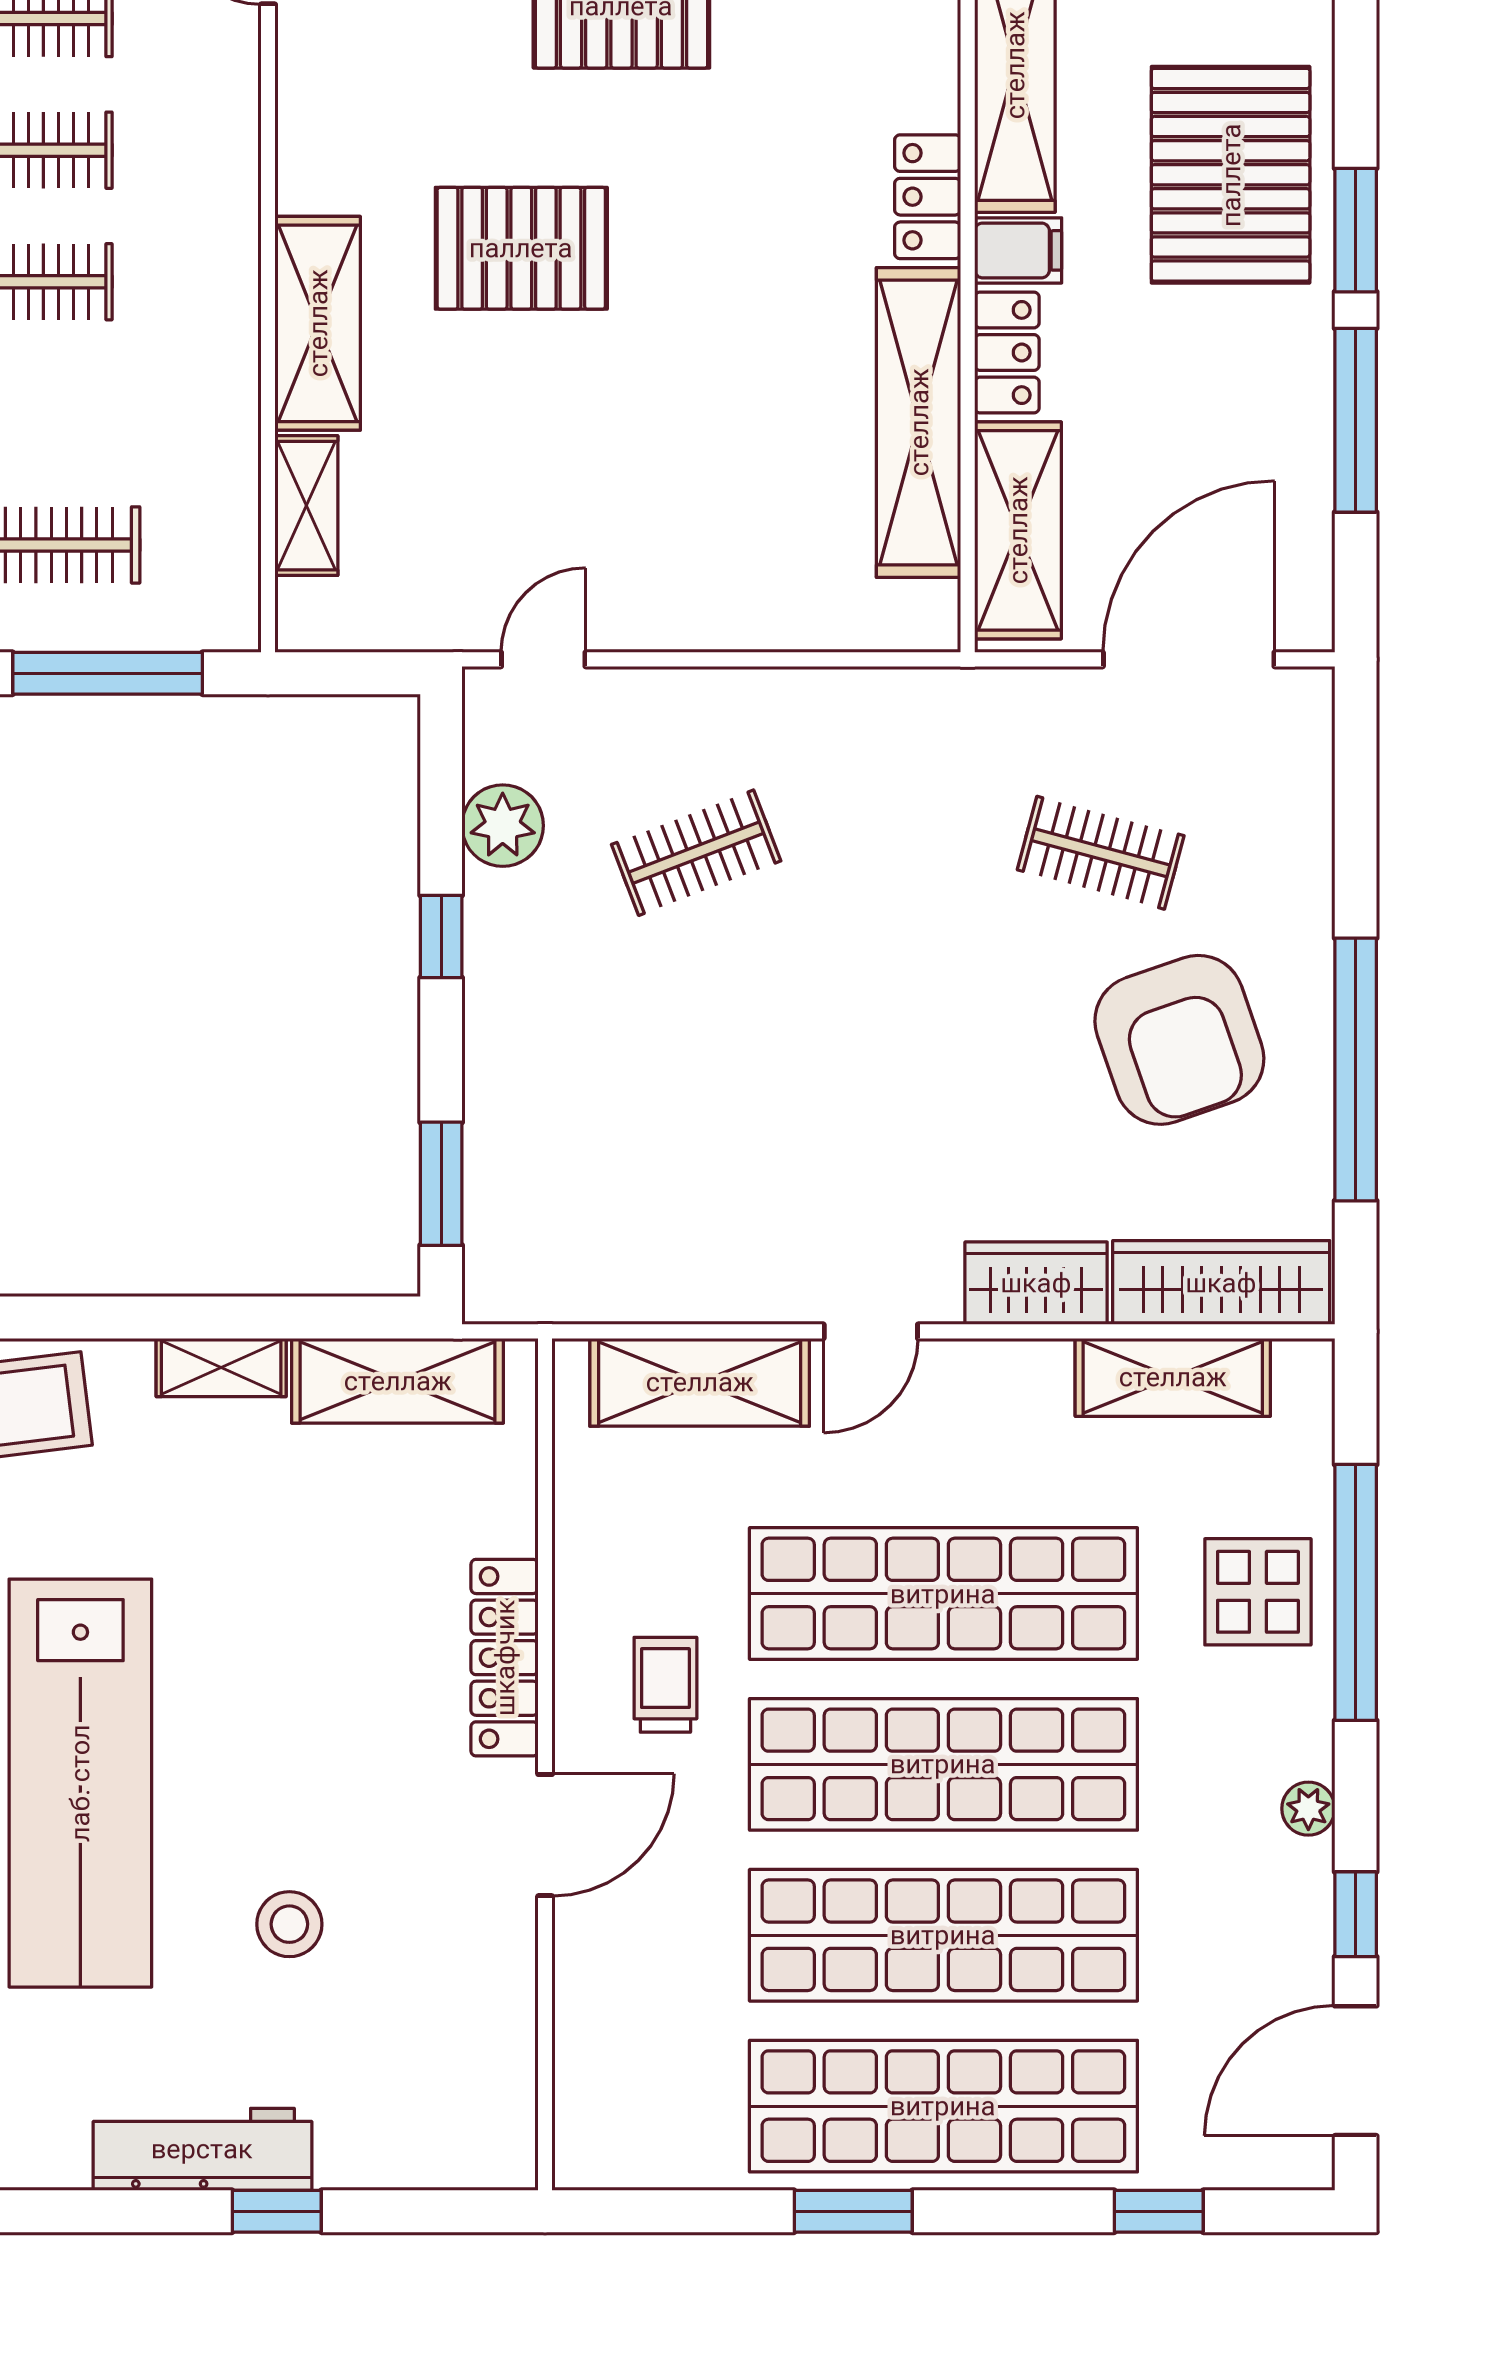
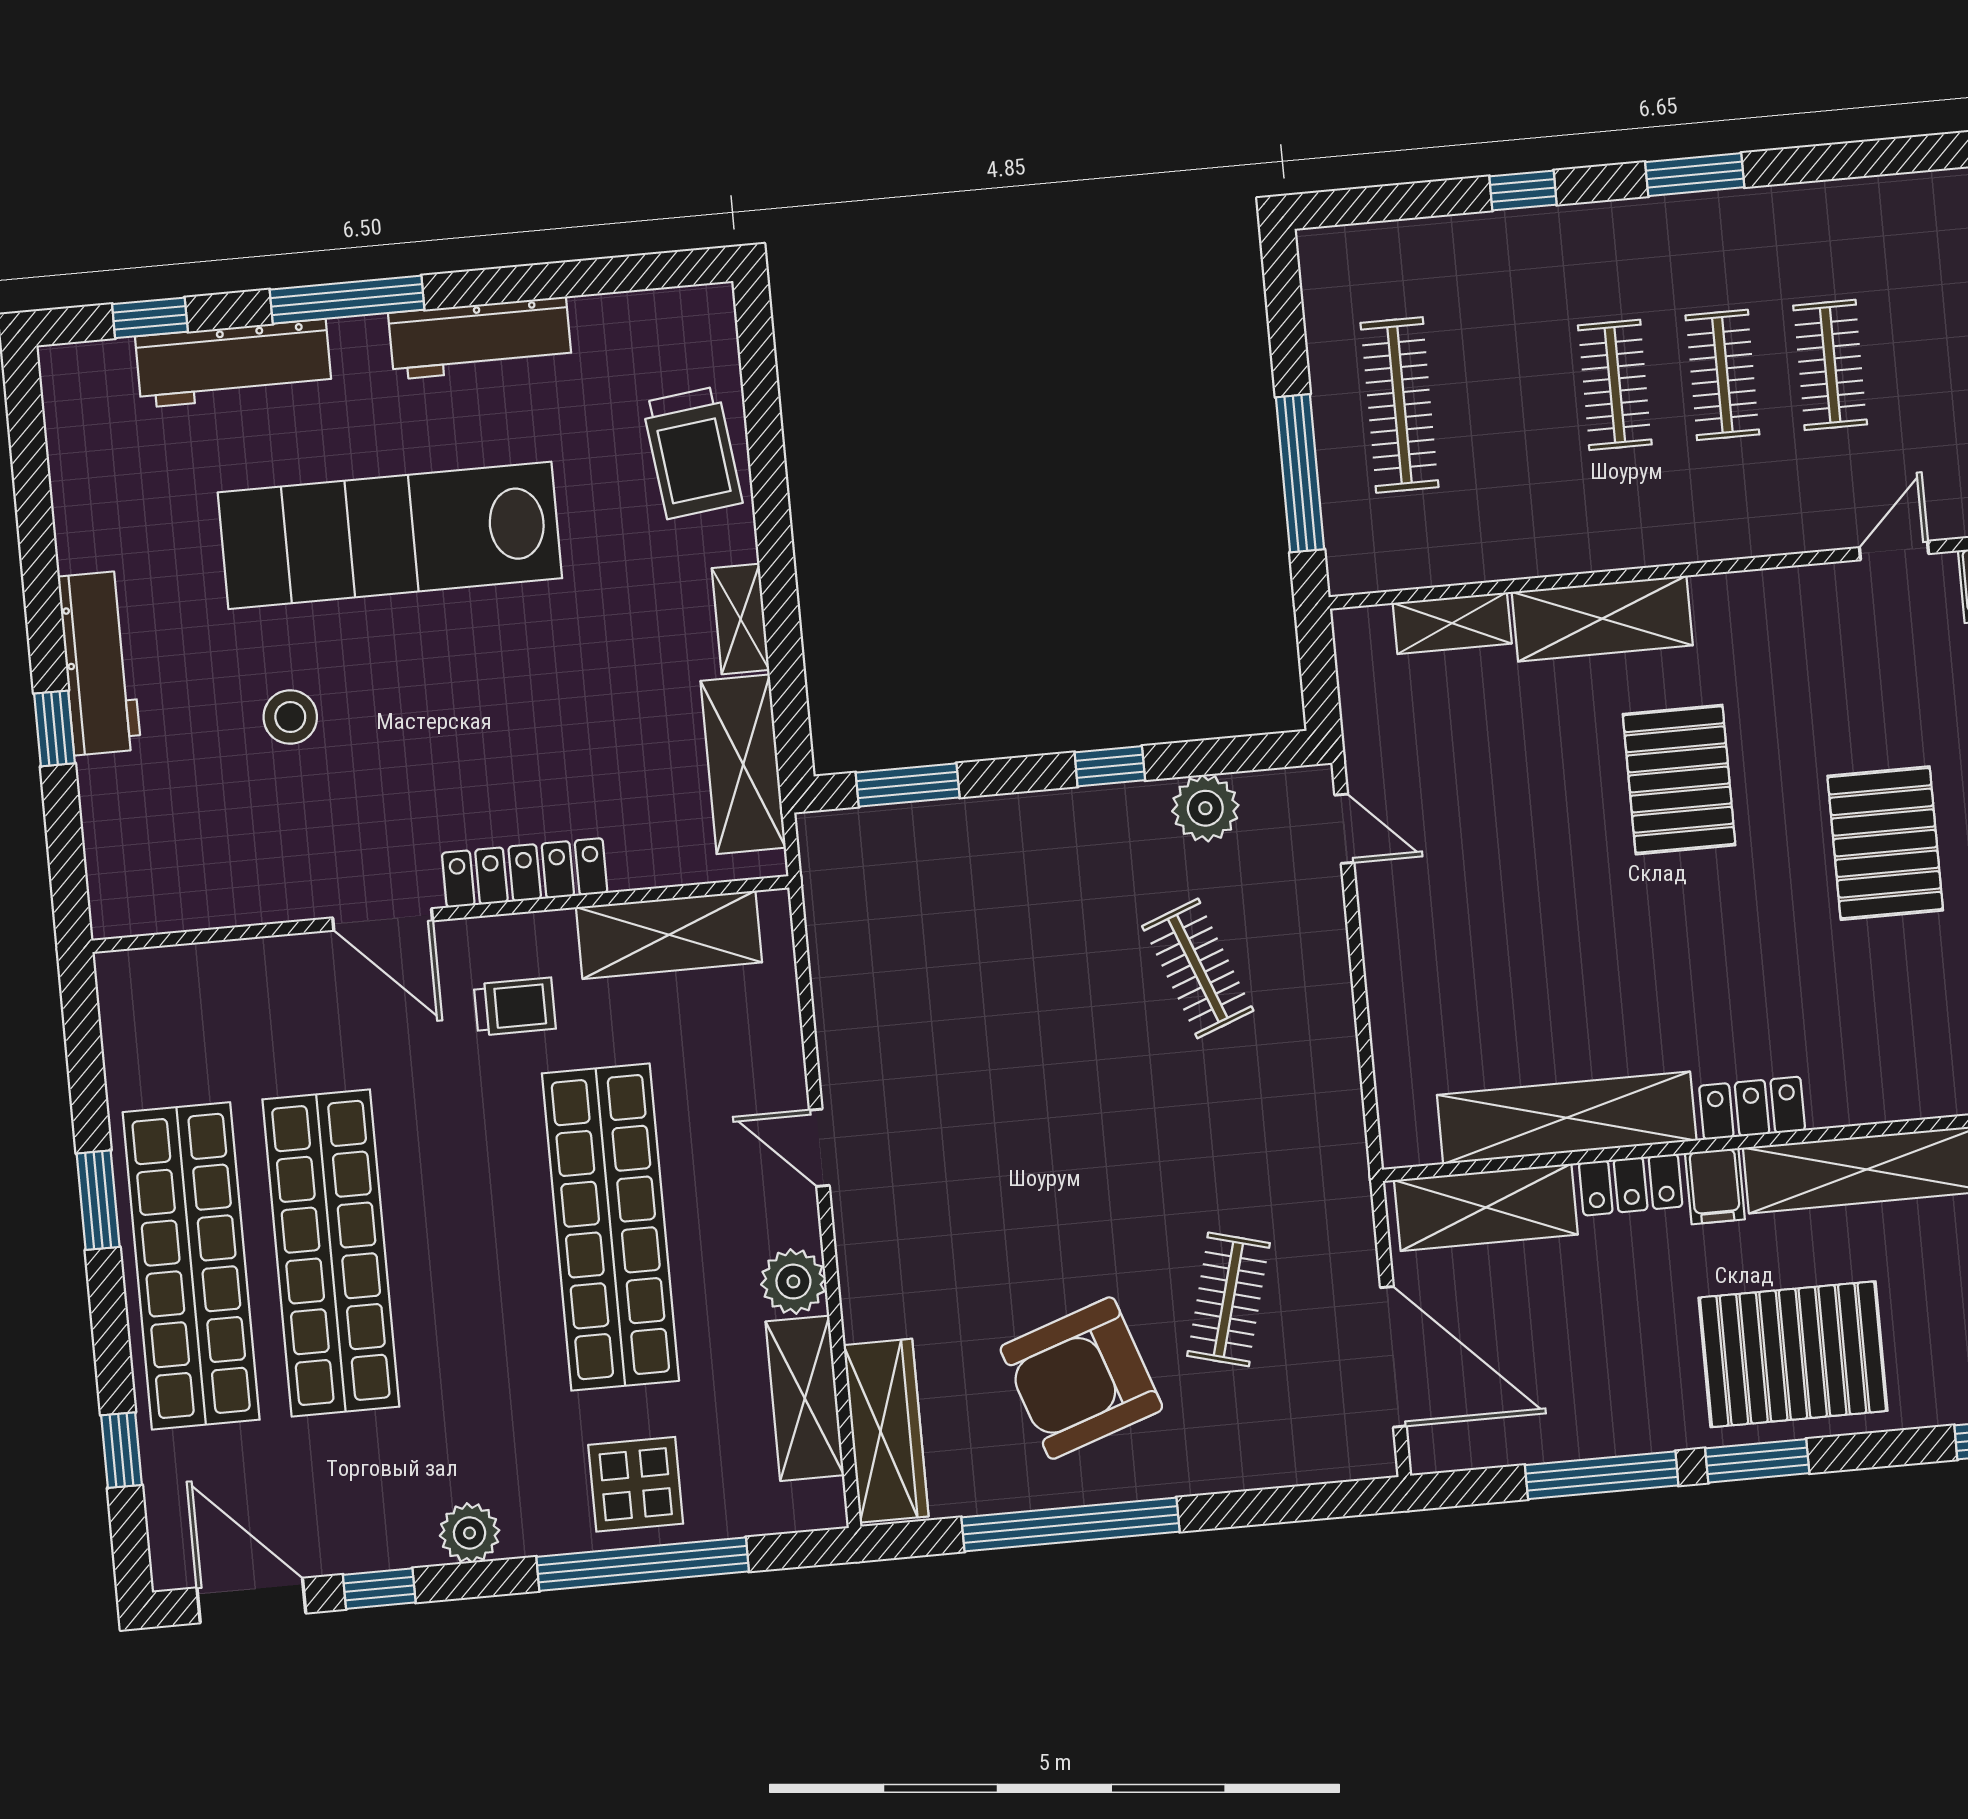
wardrobe: (1036, 1283) -> (871, 1279), removed
plant: (1030, 1378) -> (793, 1282), added
shelving: (700, 1382) -> (669, 935), moved, turned 90
shop shelf: (943, 1764) -> (471, 1240), removed
plant: (1308, 1809) -> (470, 1533), width x1.38, depth x1.38

